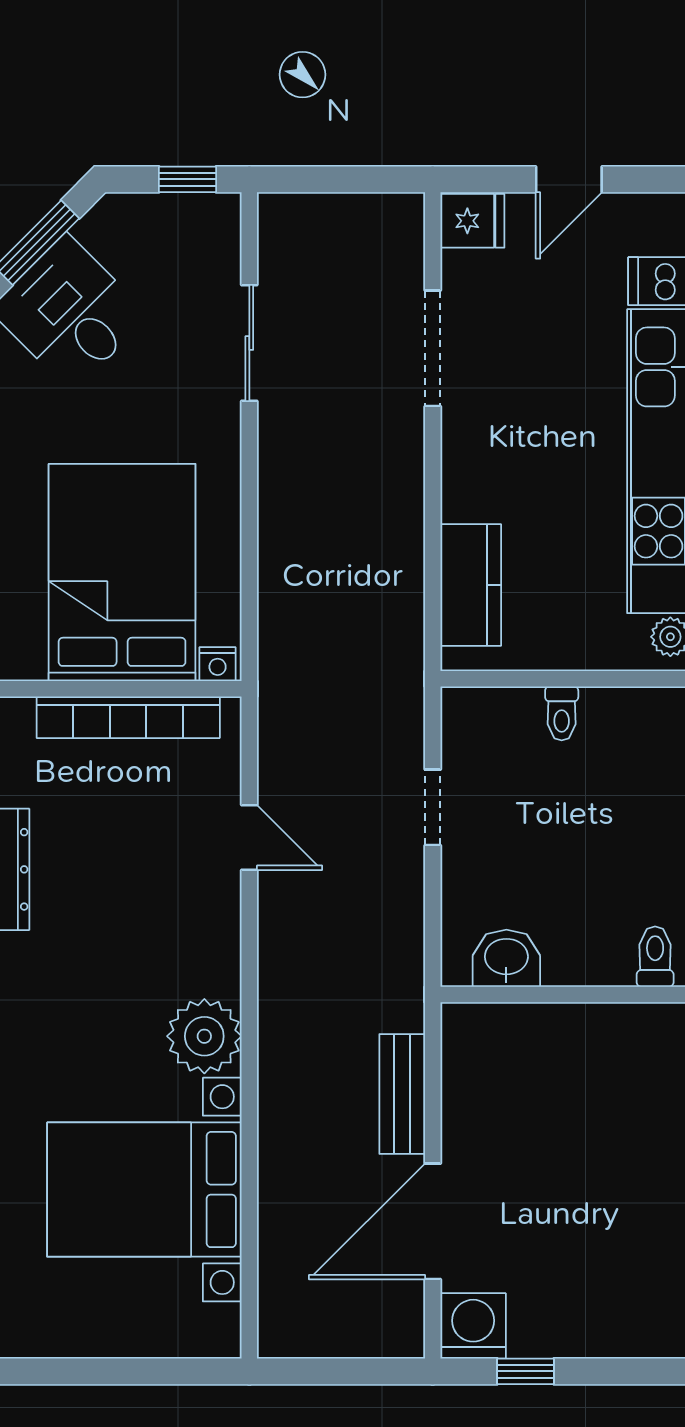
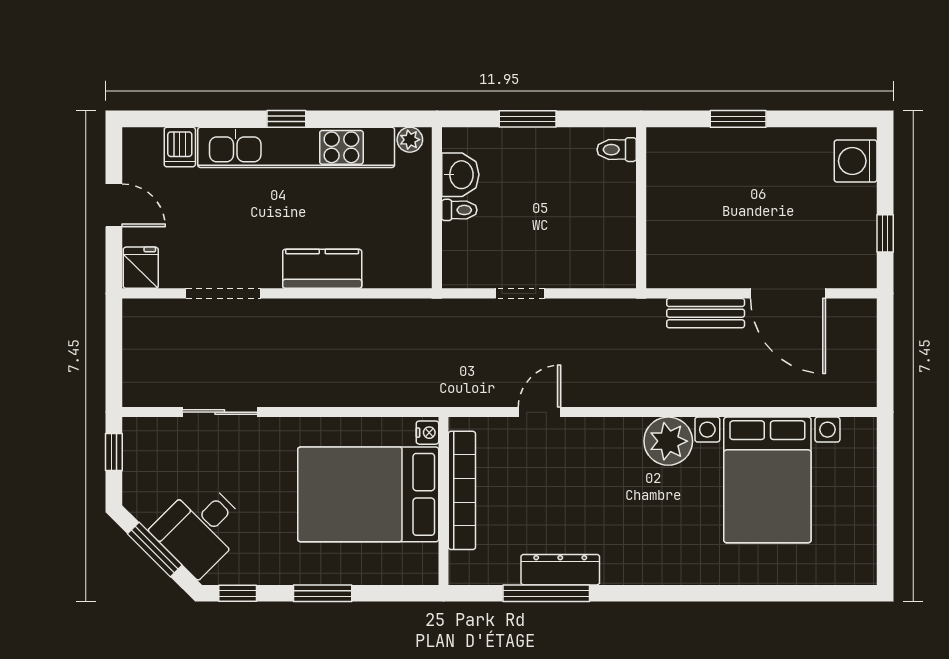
kitchen counter: (471, 585) -> (322, 269), moved
washbasin: (506, 958) -> (460, 175), moved, turned 180
washing machine: (473, 1326) -> (856, 161), moved

